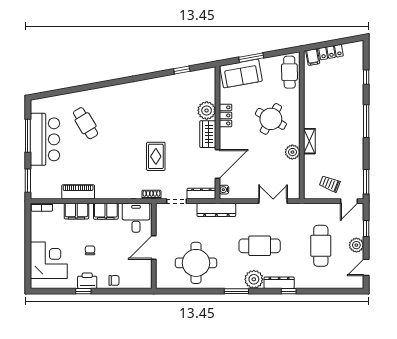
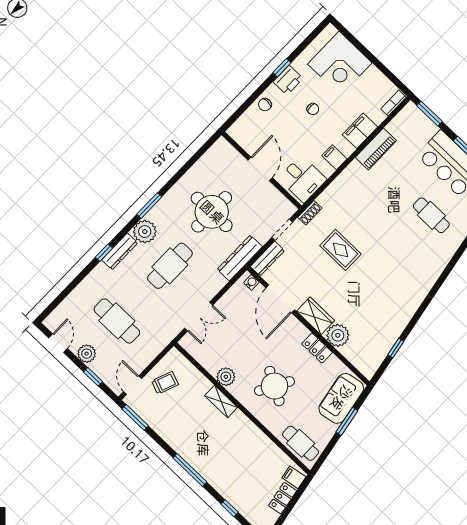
cafe table: (86, 123) -> (431, 215), turned 31
filing cabinet: (106, 211) -> (334, 157), width x0.50
round table: (196, 263) -> (212, 212), moved

